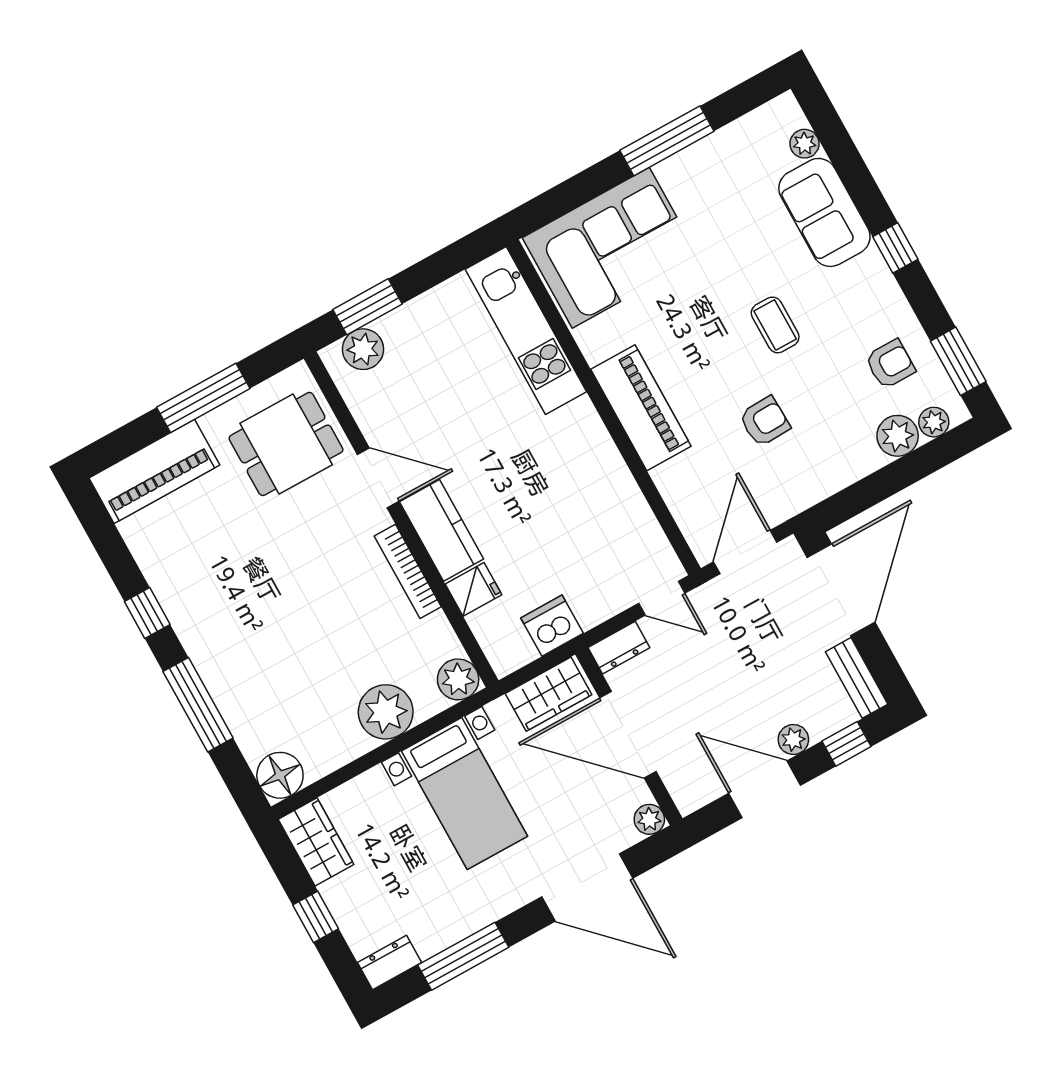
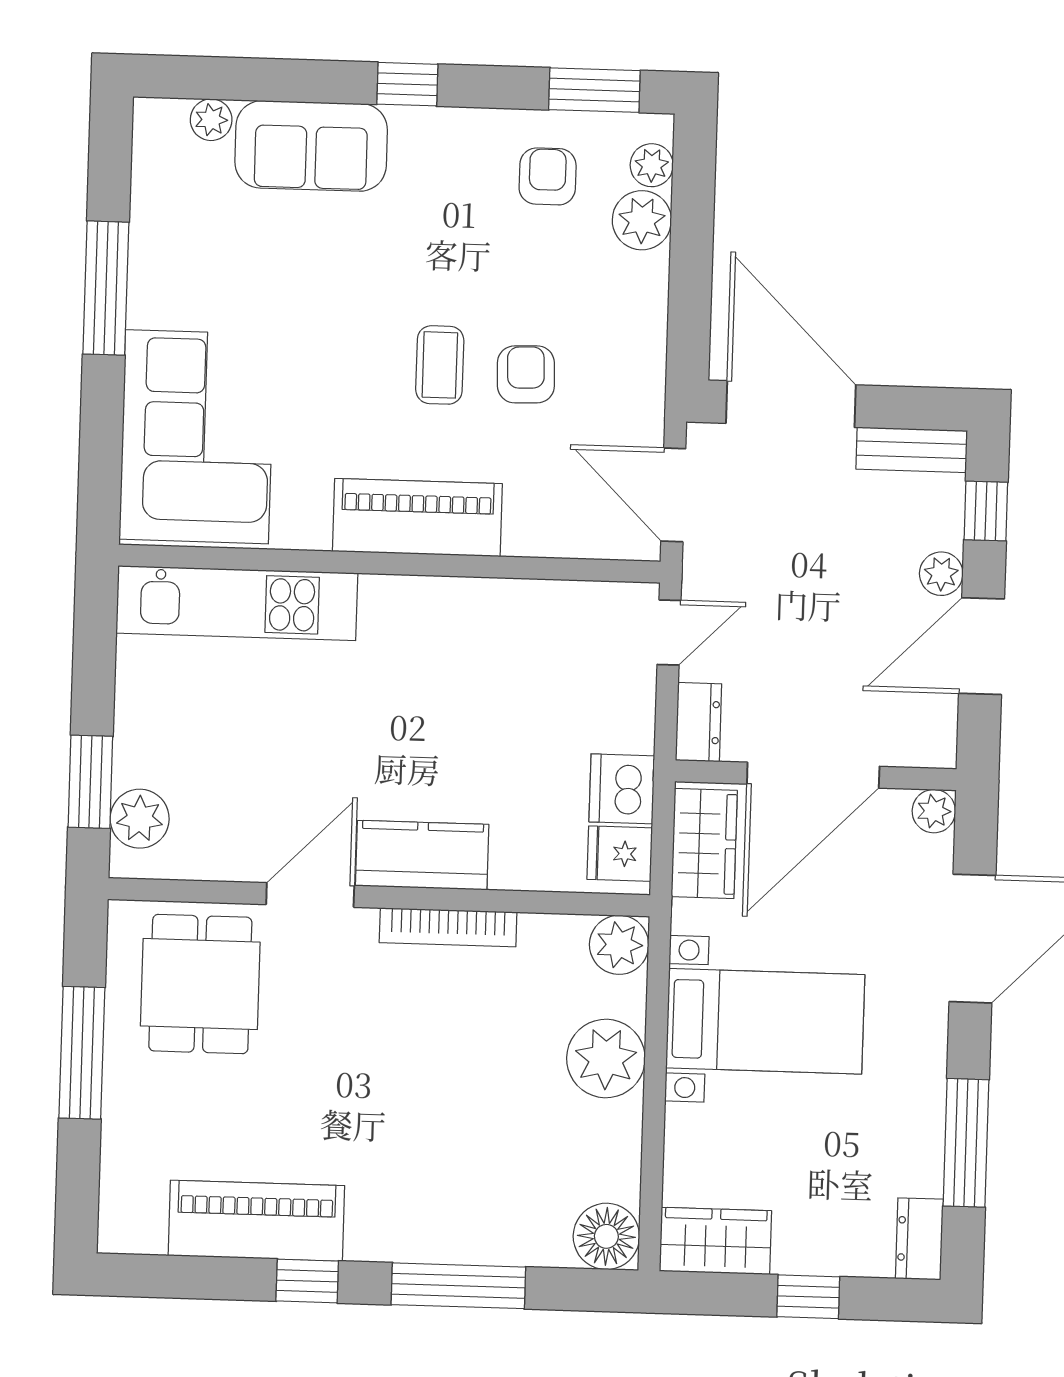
coffee table: (775, 325) -> (440, 365), moved, turned 90
piano: (154, 471) -> (256, 1221), moved, turned -90
fridge: (473, 589) -> (620, 854), moved, turned -90

